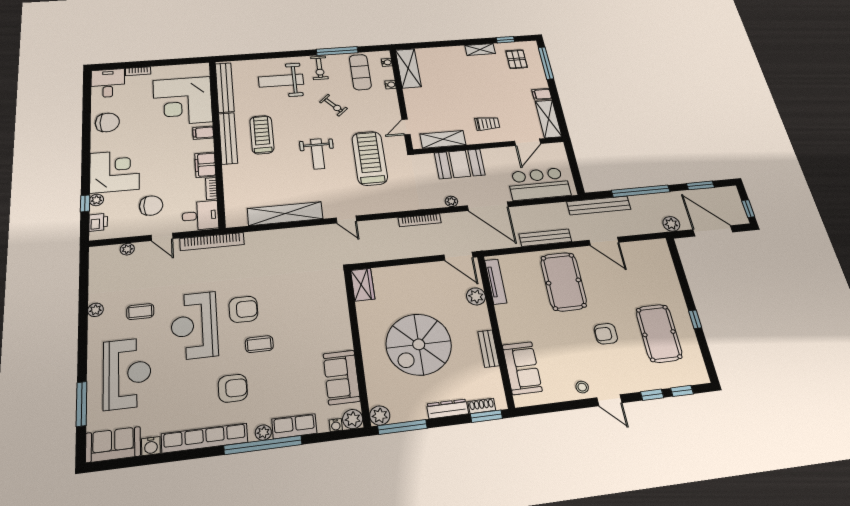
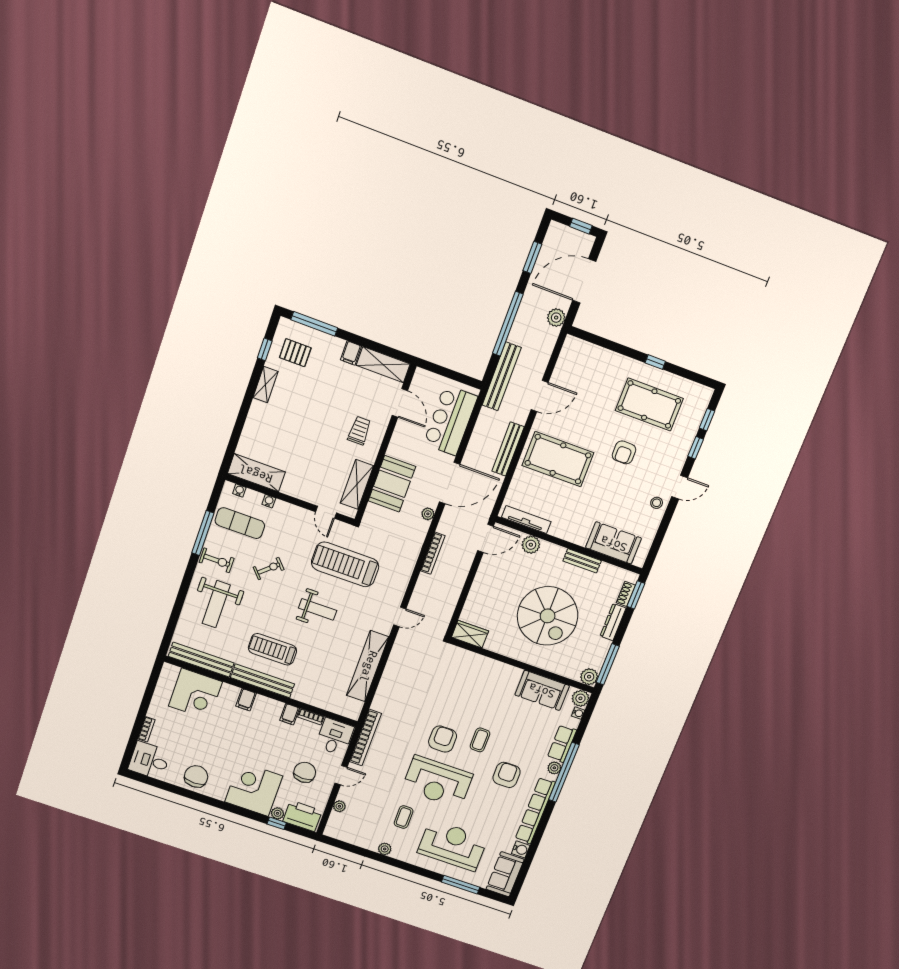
corner desk: (183, 101) -> (195, 694), width x0.74, depth x0.74
filing cabinet: (205, 165) -> (290, 714), width x0.50
printer: (98, 222) -> (303, 816), width x1.87, depth x1.48

